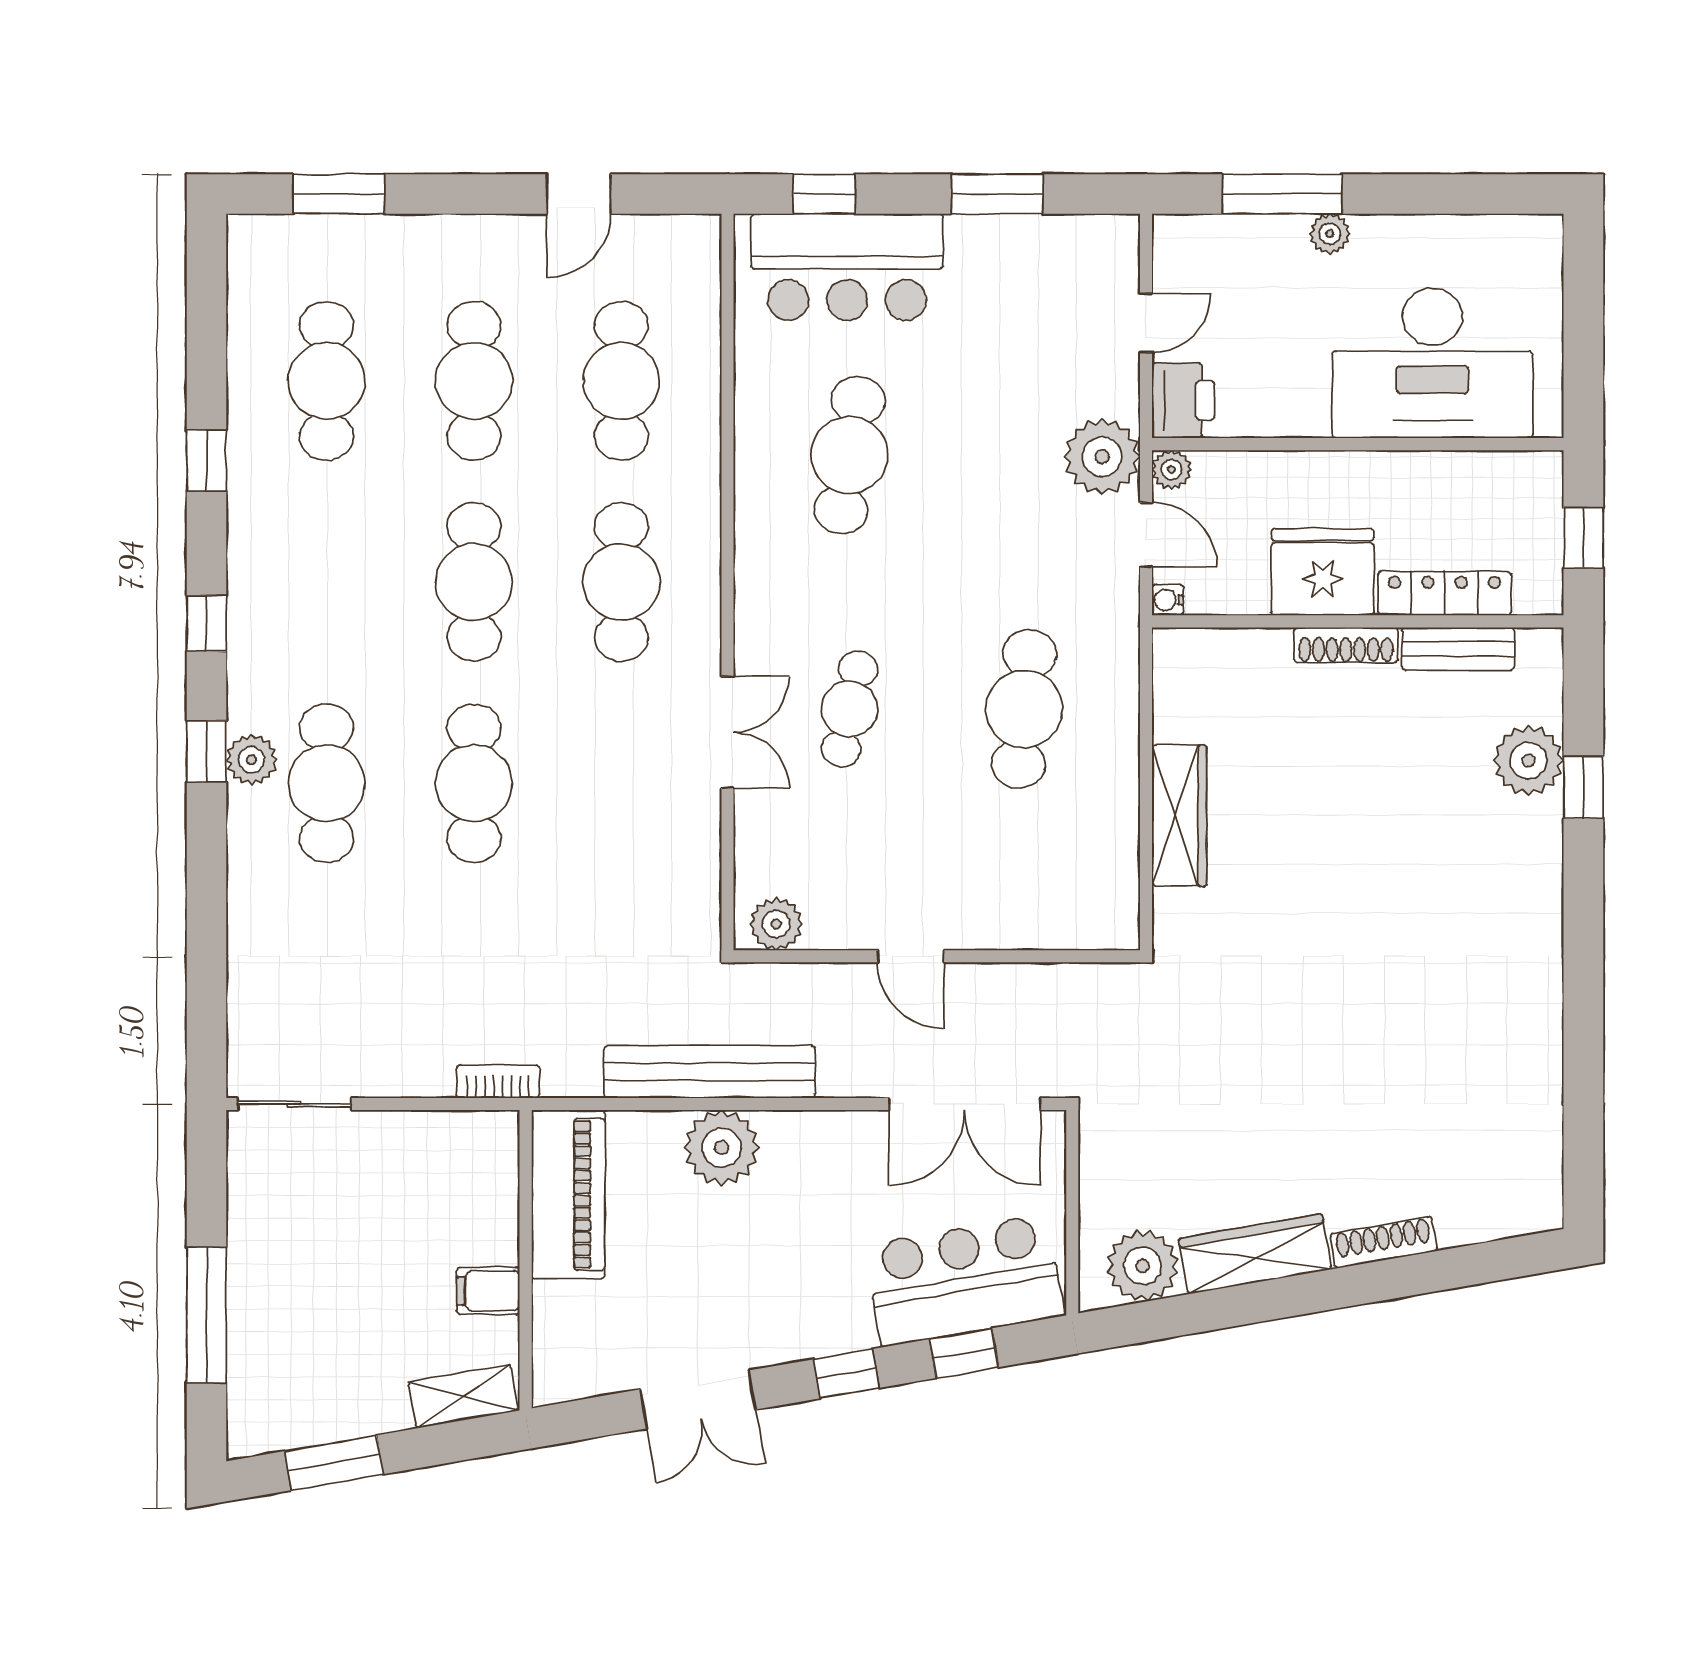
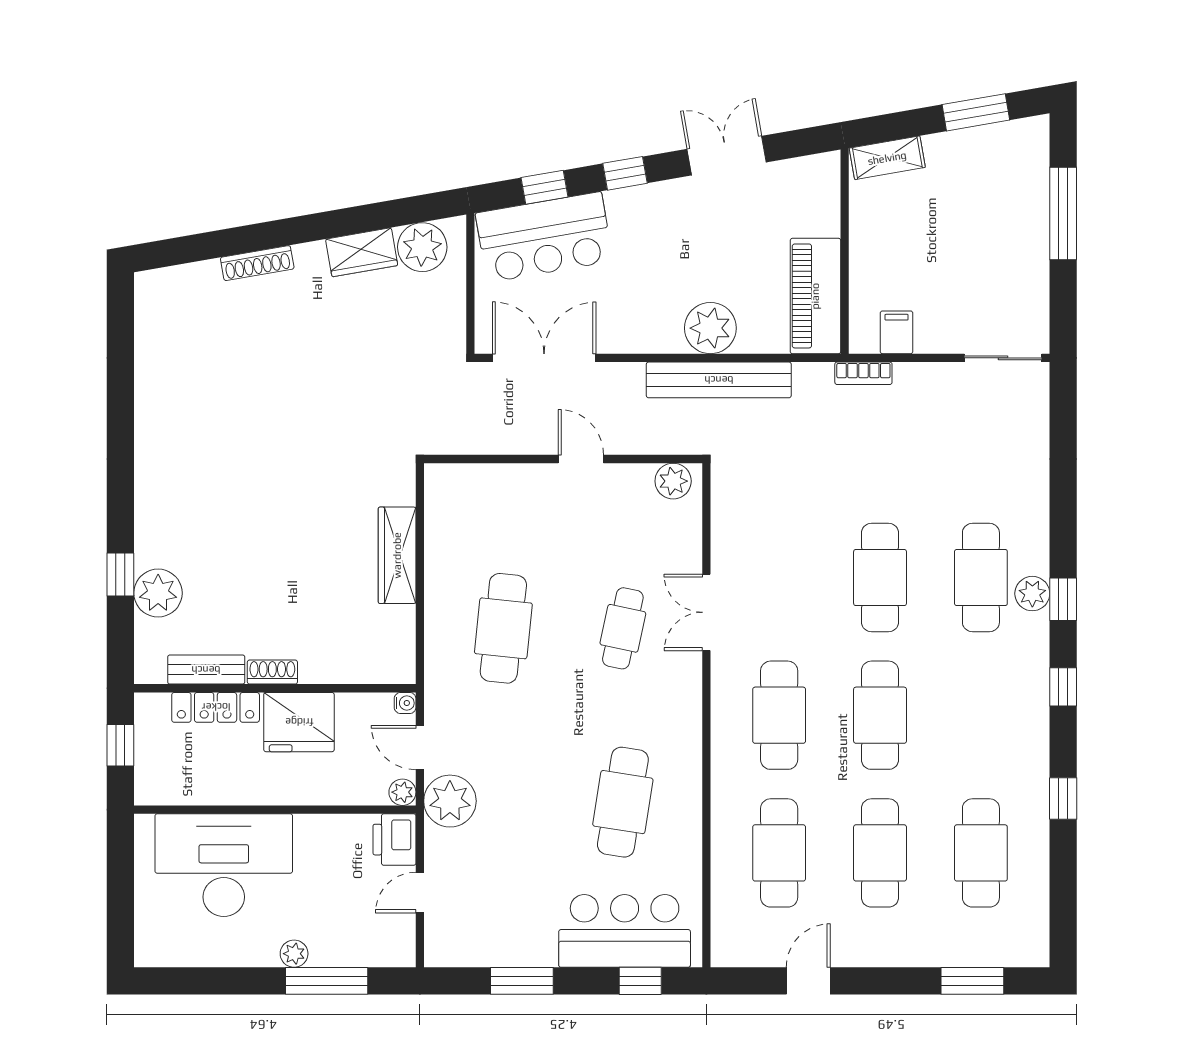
shoe rack: (1346, 645) -> (272, 672), width x0.70
wardrobe: (1255, 1254) -> (362, 252), width x0.67
filing cabinet: (488, 1291) -> (897, 332), moved, turned -90

